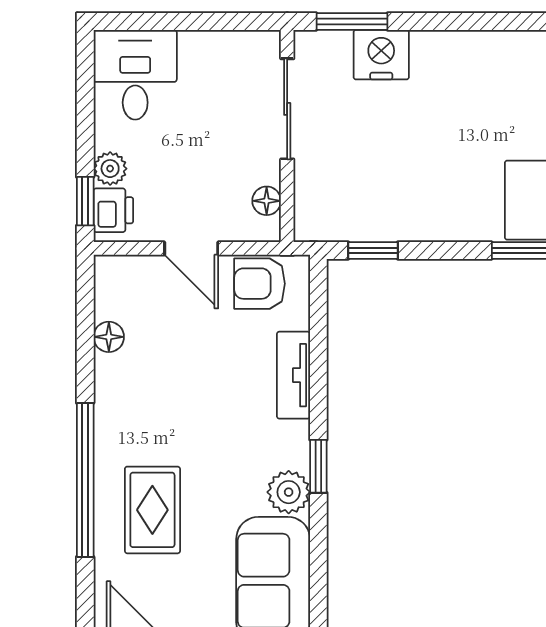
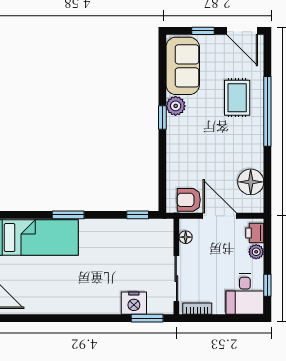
bookcase: (241, 43) -> (197, 309), added
window: (85, 201) -> (267, 285), moved
door: (191, 248) -> (220, 216), width x1.38
armchair: (260, 284) -> (189, 200), turned 180
floor lamp: (109, 337) -> (251, 182), width x1.89, depth x1.89
tv unit: (293, 375) -> (174, 159), removed

